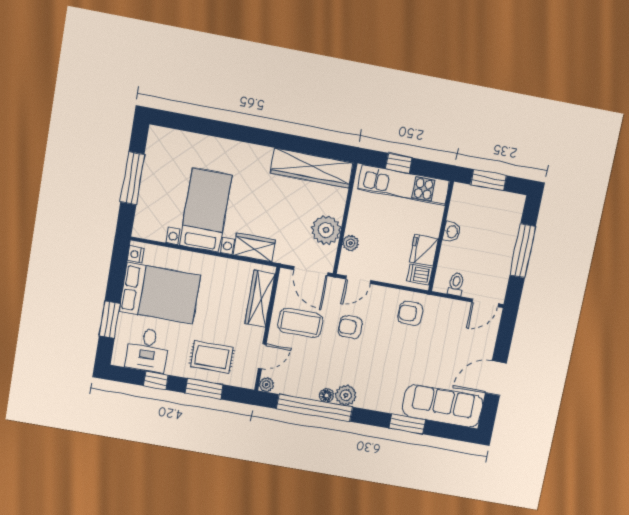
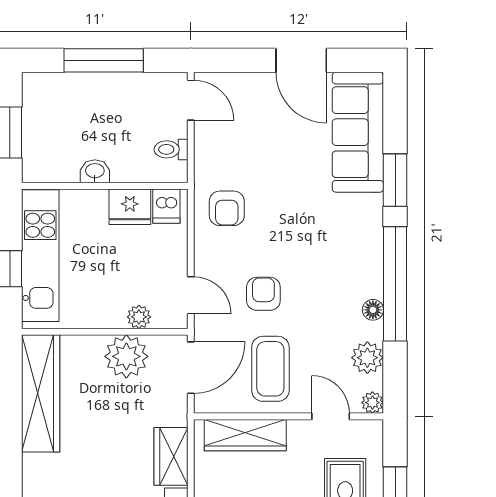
armchair: (350, 327) -> (263, 294), turned 180
plant: (346, 395) -> (367, 358), moved
window: (315, 408) -> (395, 284), moved

